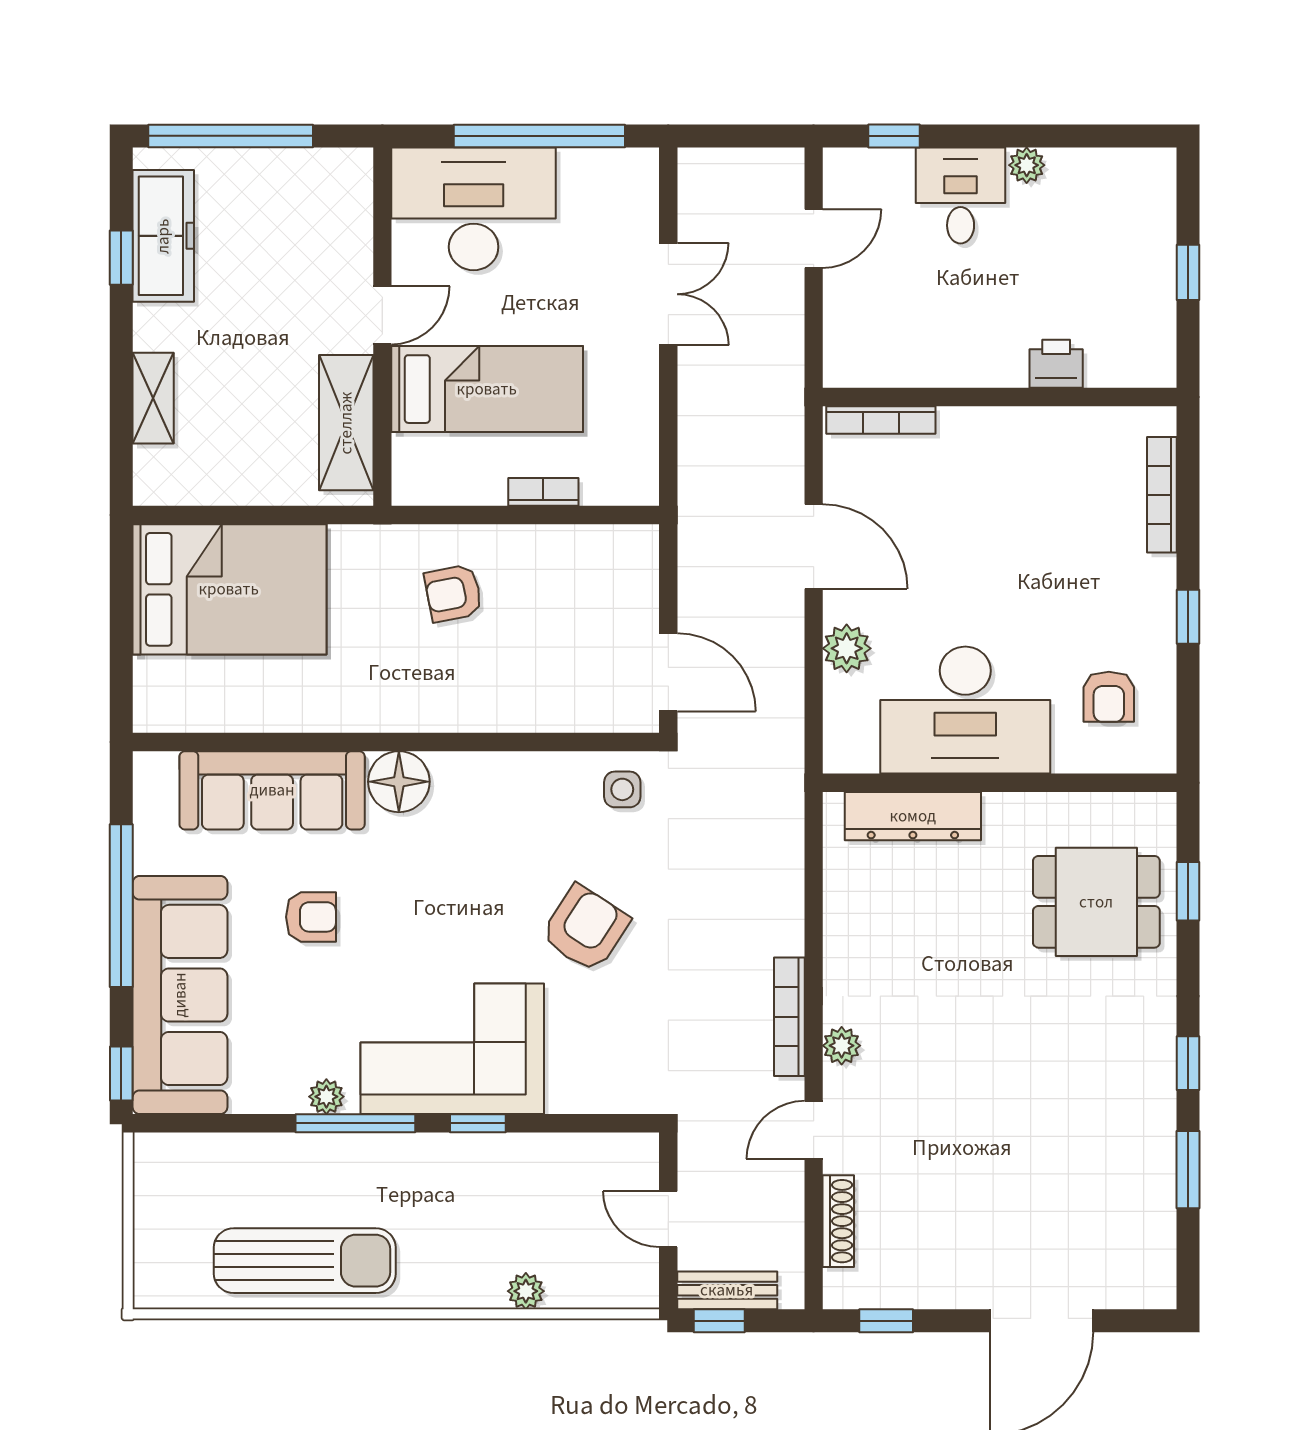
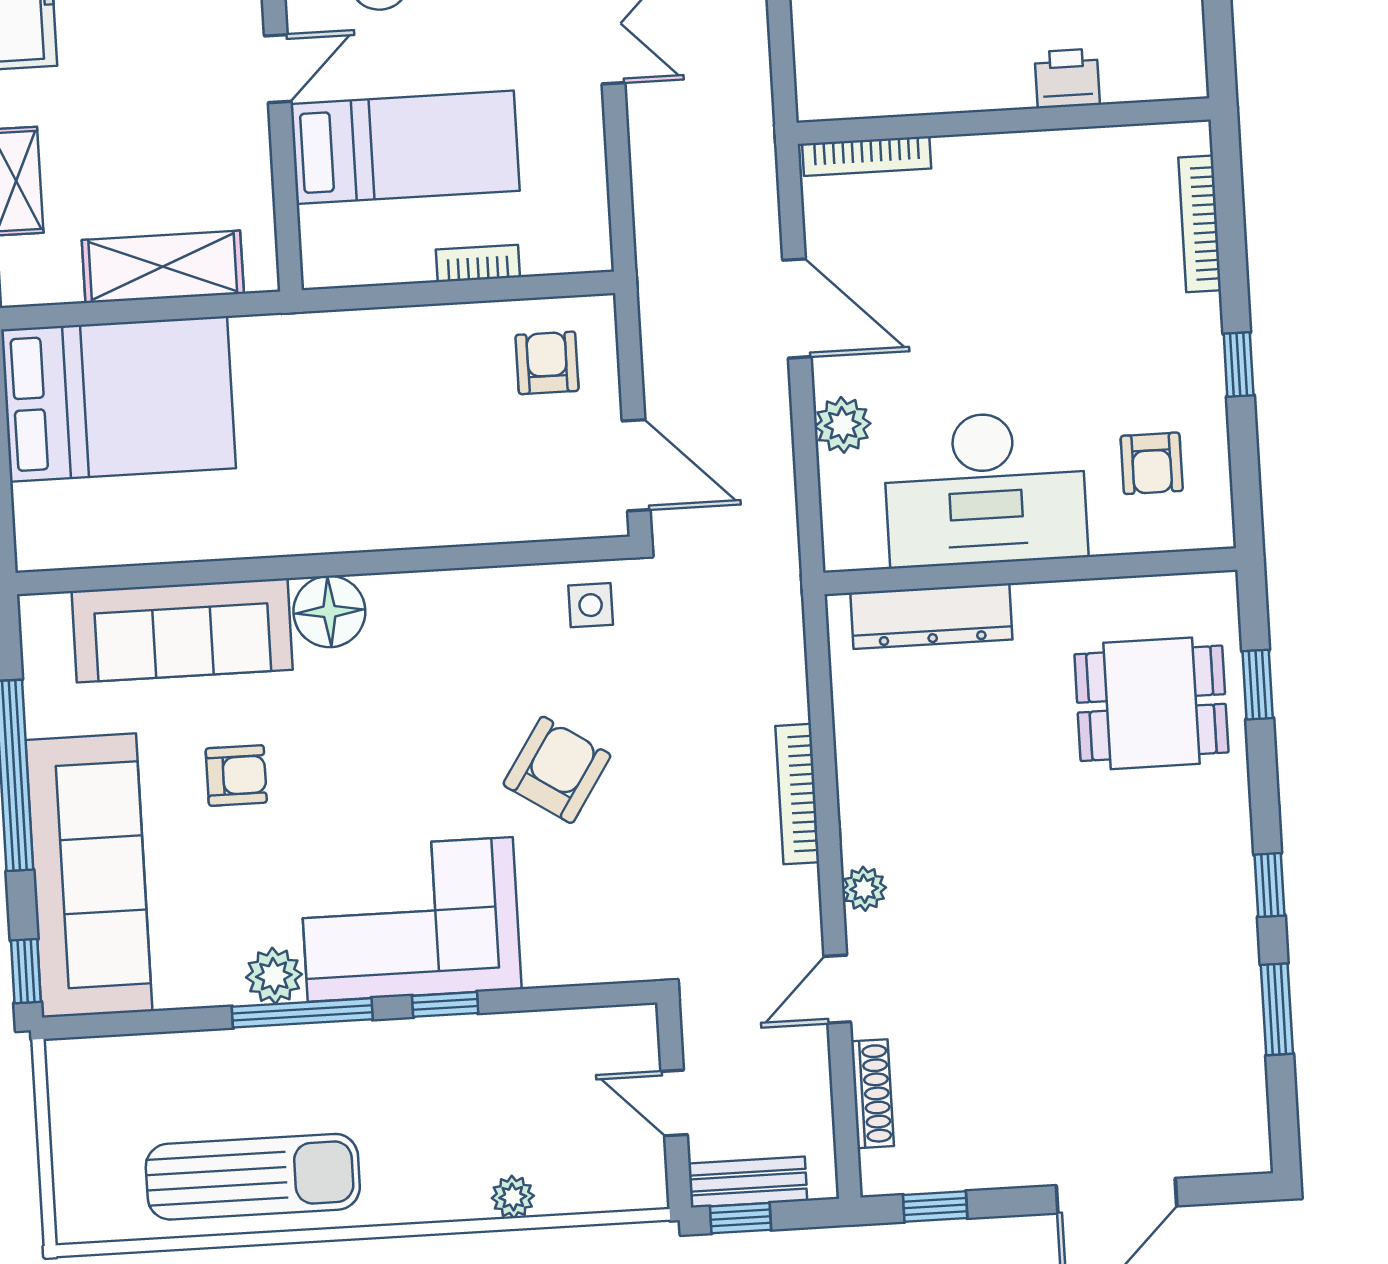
shelving: (346, 423) -> (163, 267), moved, turned 90
armchair: (453, 593) -> (547, 363), moved, turned 101
bookcase: (789, 1017) -> (797, 794), moved
plant: (326, 1097) -> (274, 976), width x1.38, depth x1.38

